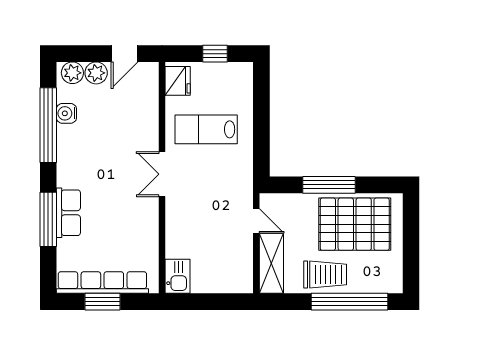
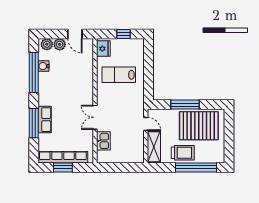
door: (125, 54) -> (75, 34), hinge flipped
double door: (162, 174) -> (95, 117), moved
kitchen sink: (177, 276) -> (103, 141), moved

